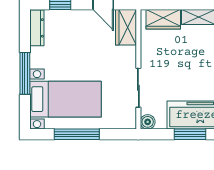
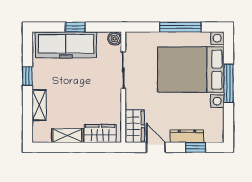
dresser: (37, 28) -> (187, 136), moved, turned 90
bed with nightstands: (65, 99) -> (191, 70), width x1.36
window: (190, 134) -> (75, 27), width x0.67

